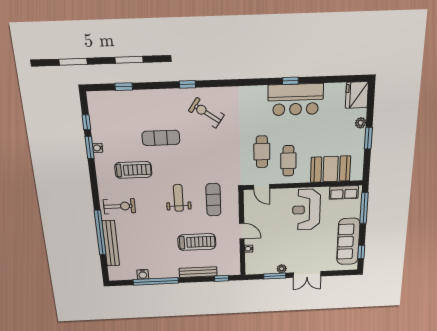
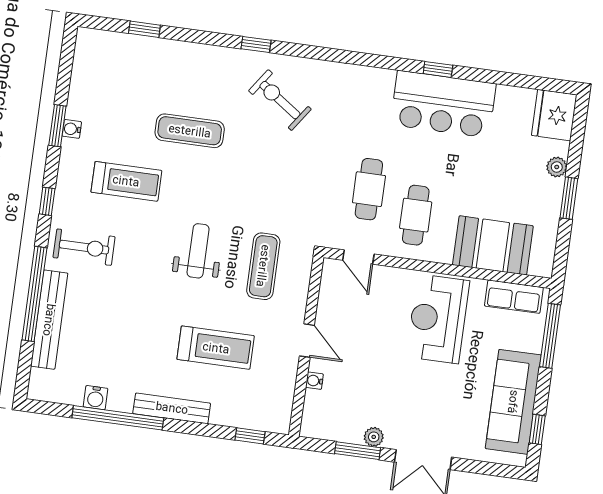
window: (86, 122) -> (47, 201), moved
bench: (198, 272) -> (172, 408), moved

